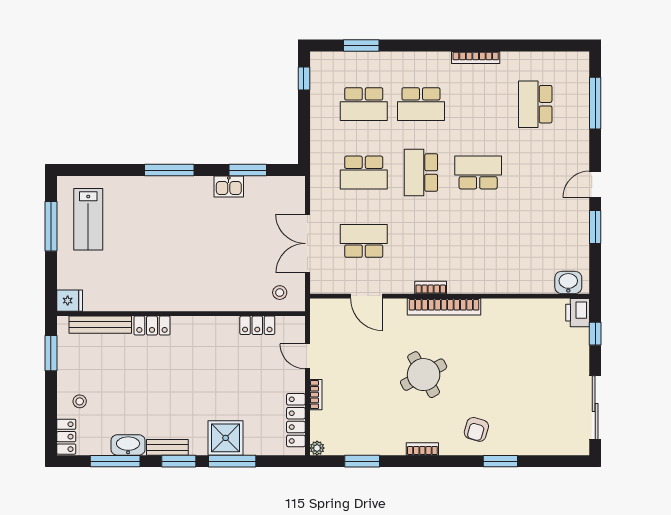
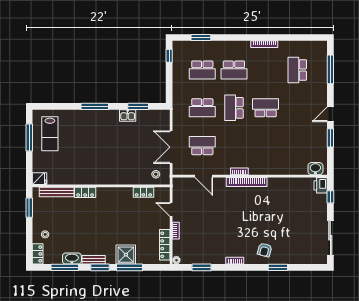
round table: (424, 375) -> (235, 220), removed

